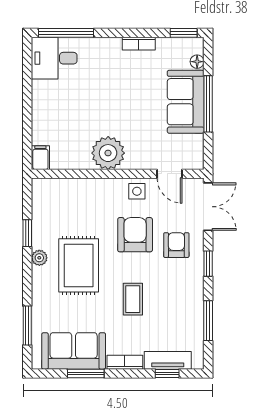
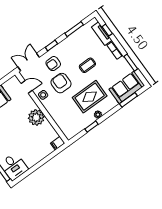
door: (170, 174) -> (27, 87), hinge flipped
armchair: (135, 235) -> (61, 83), turned 90
sofa: (74, 351) -> (127, 87), moved, turned 90

